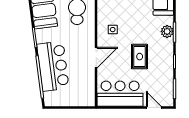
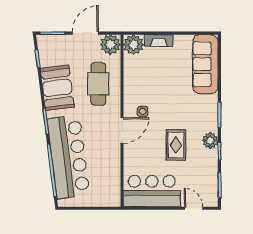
plant: (167, 31) -> (210, 141), moved
door: (96, 58) -> (122, 130), moved
bar counter: (53, 66) -> (68, 157), width x1.36

